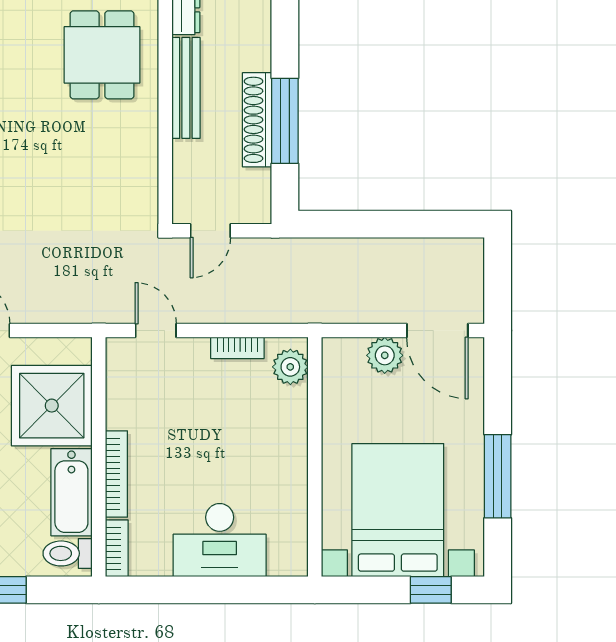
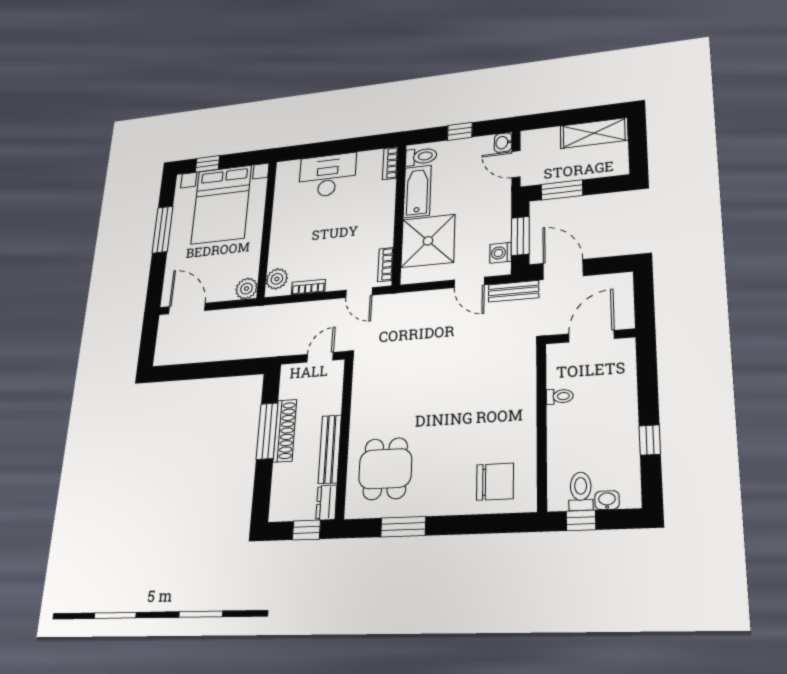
plant: (385, 355) -> (246, 289), moved
bookcase: (116, 474) -> (385, 265), moved, width x0.64

